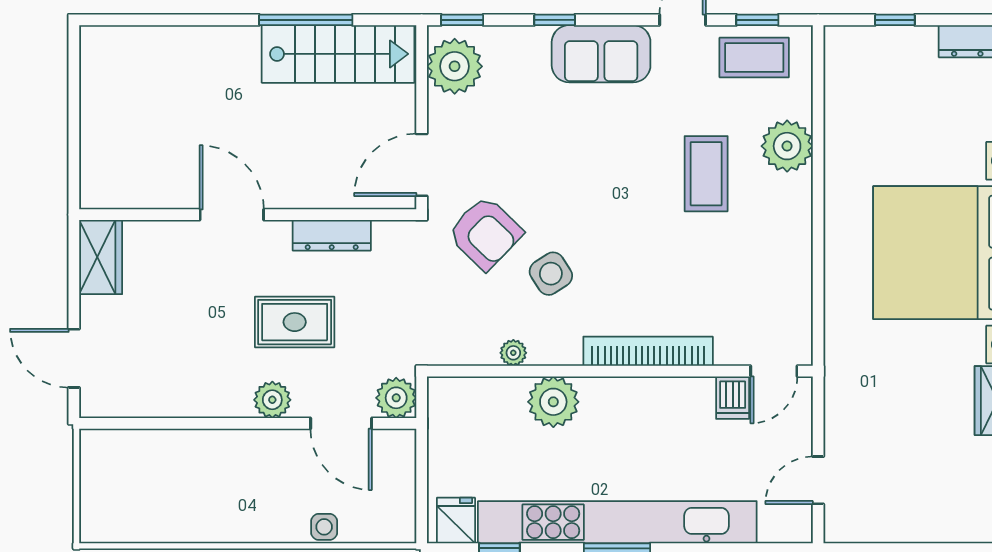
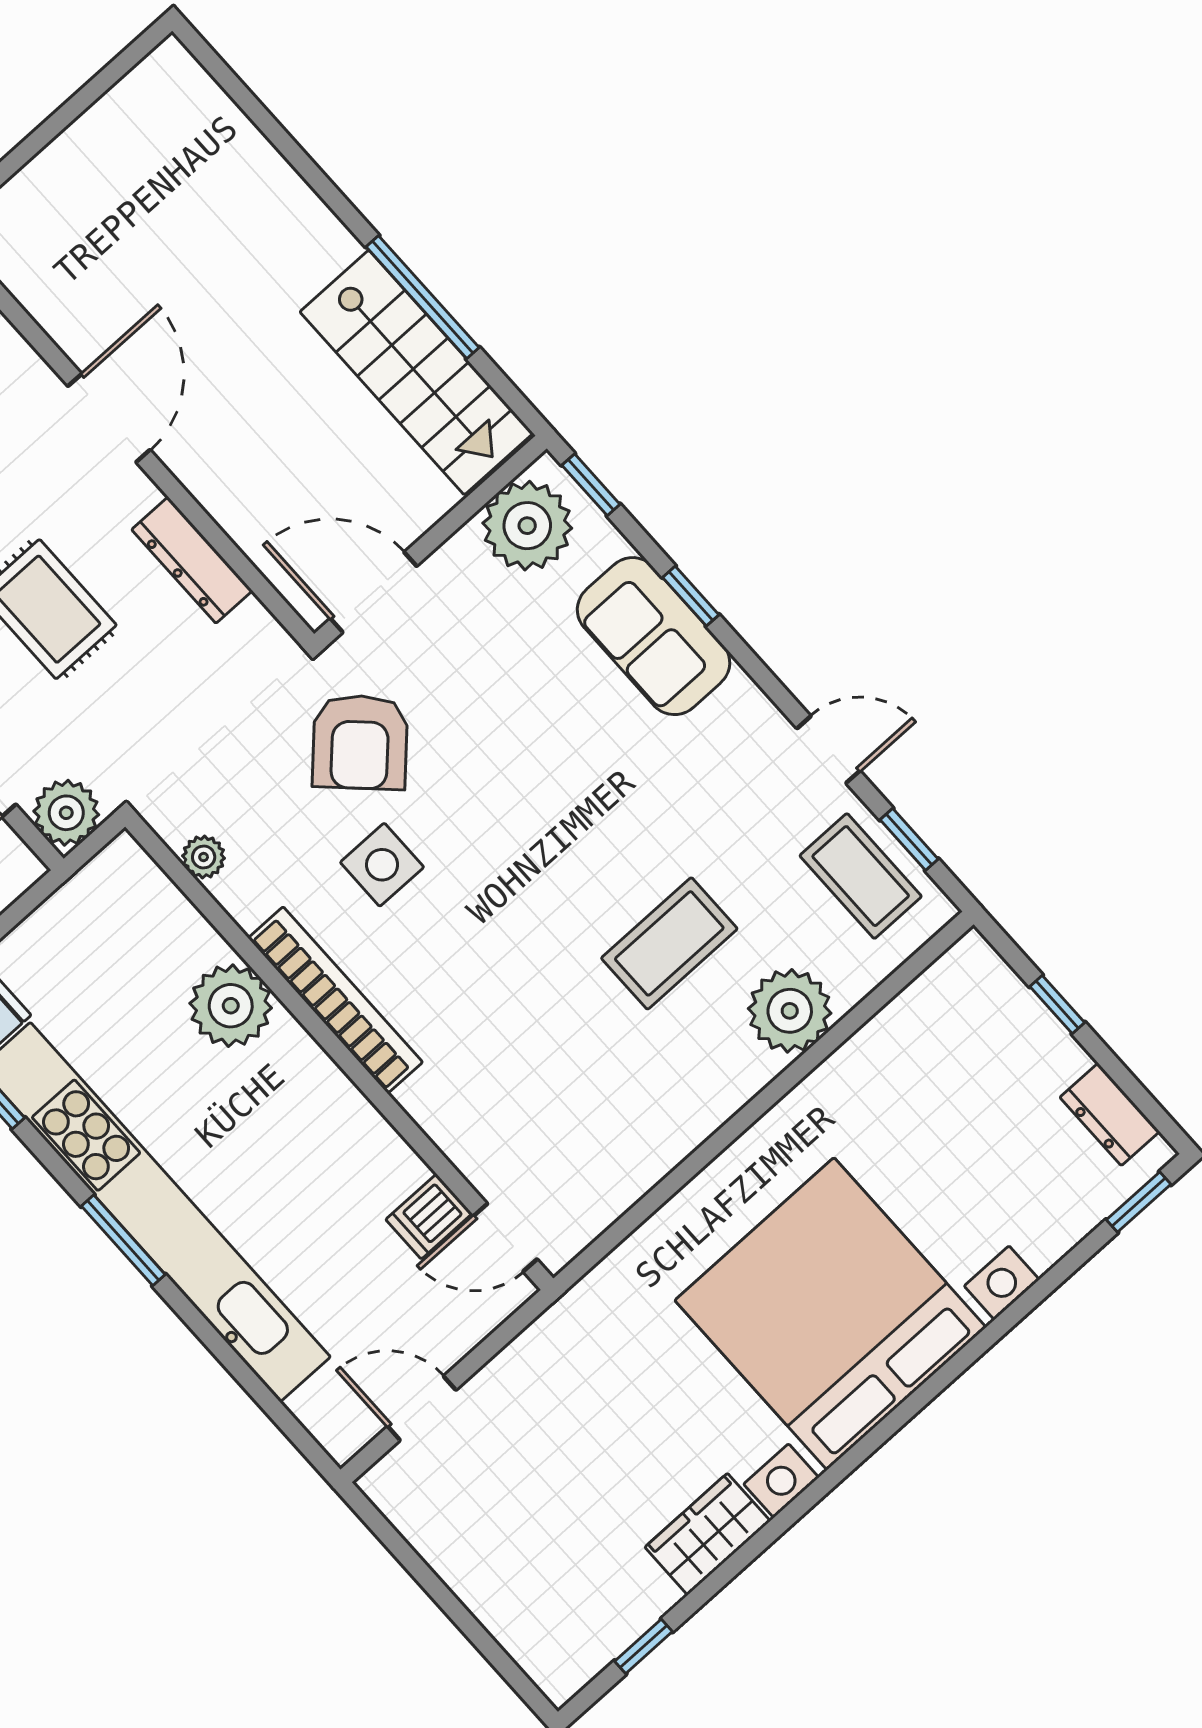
sofa: (601, 54) -> (654, 636), moved
side table: (551, 274) -> (382, 865), turned 33
bookcase: (648, 351) -> (335, 1000), moved
plant: (513, 353) -> (204, 857), moved

